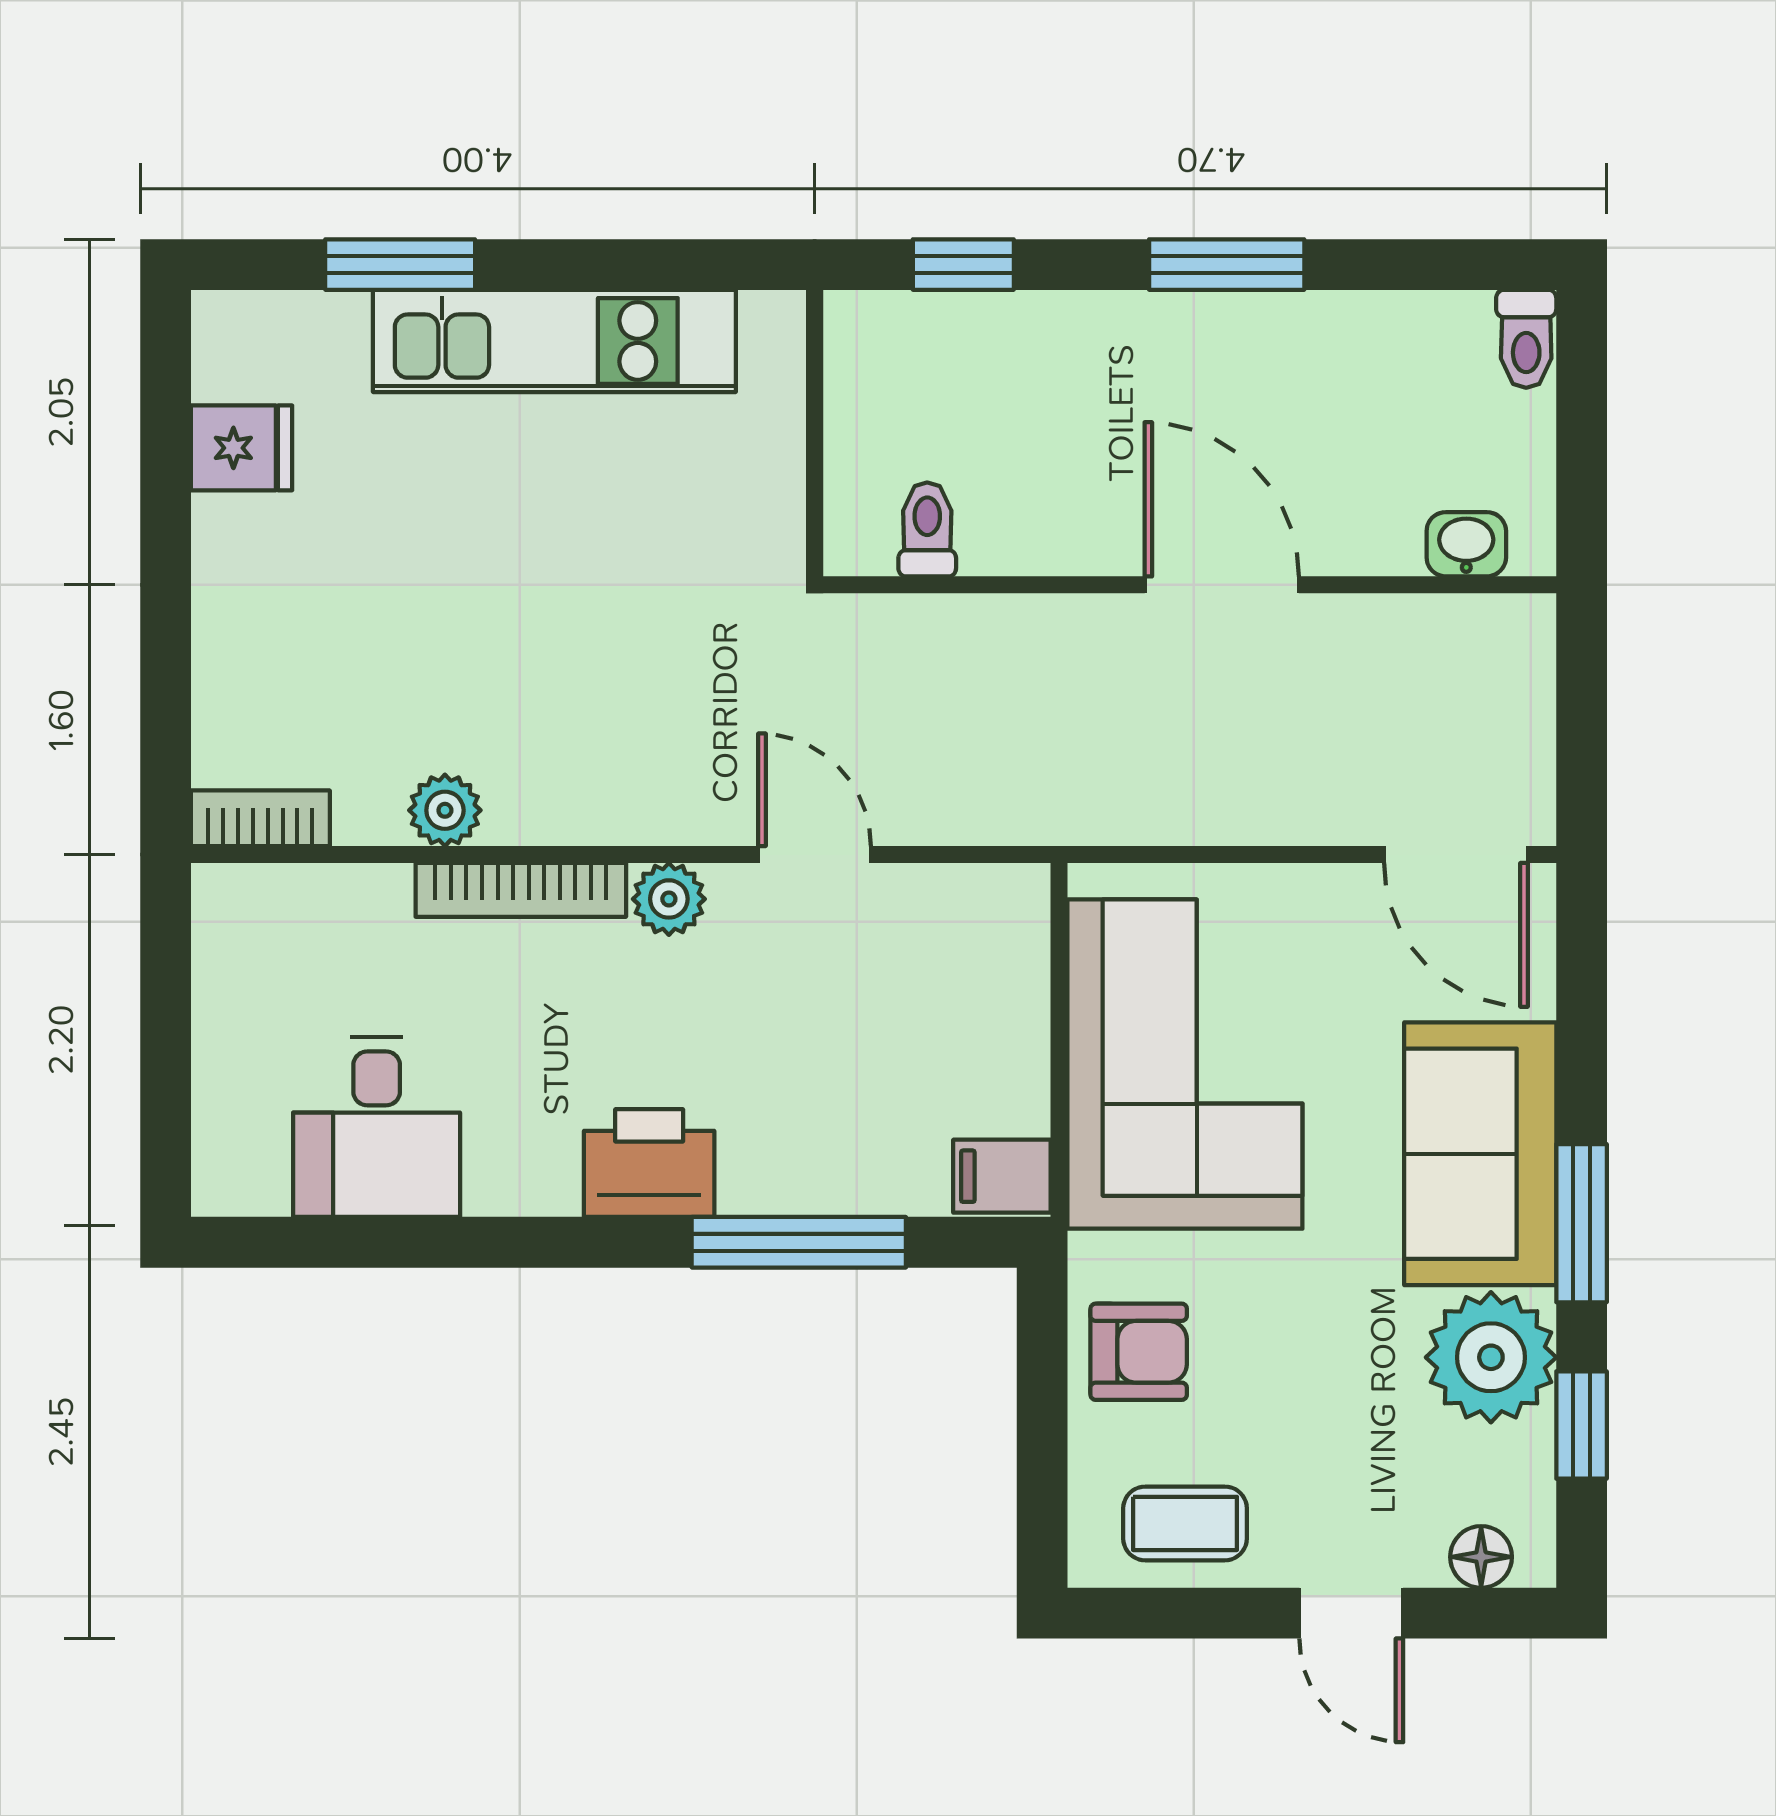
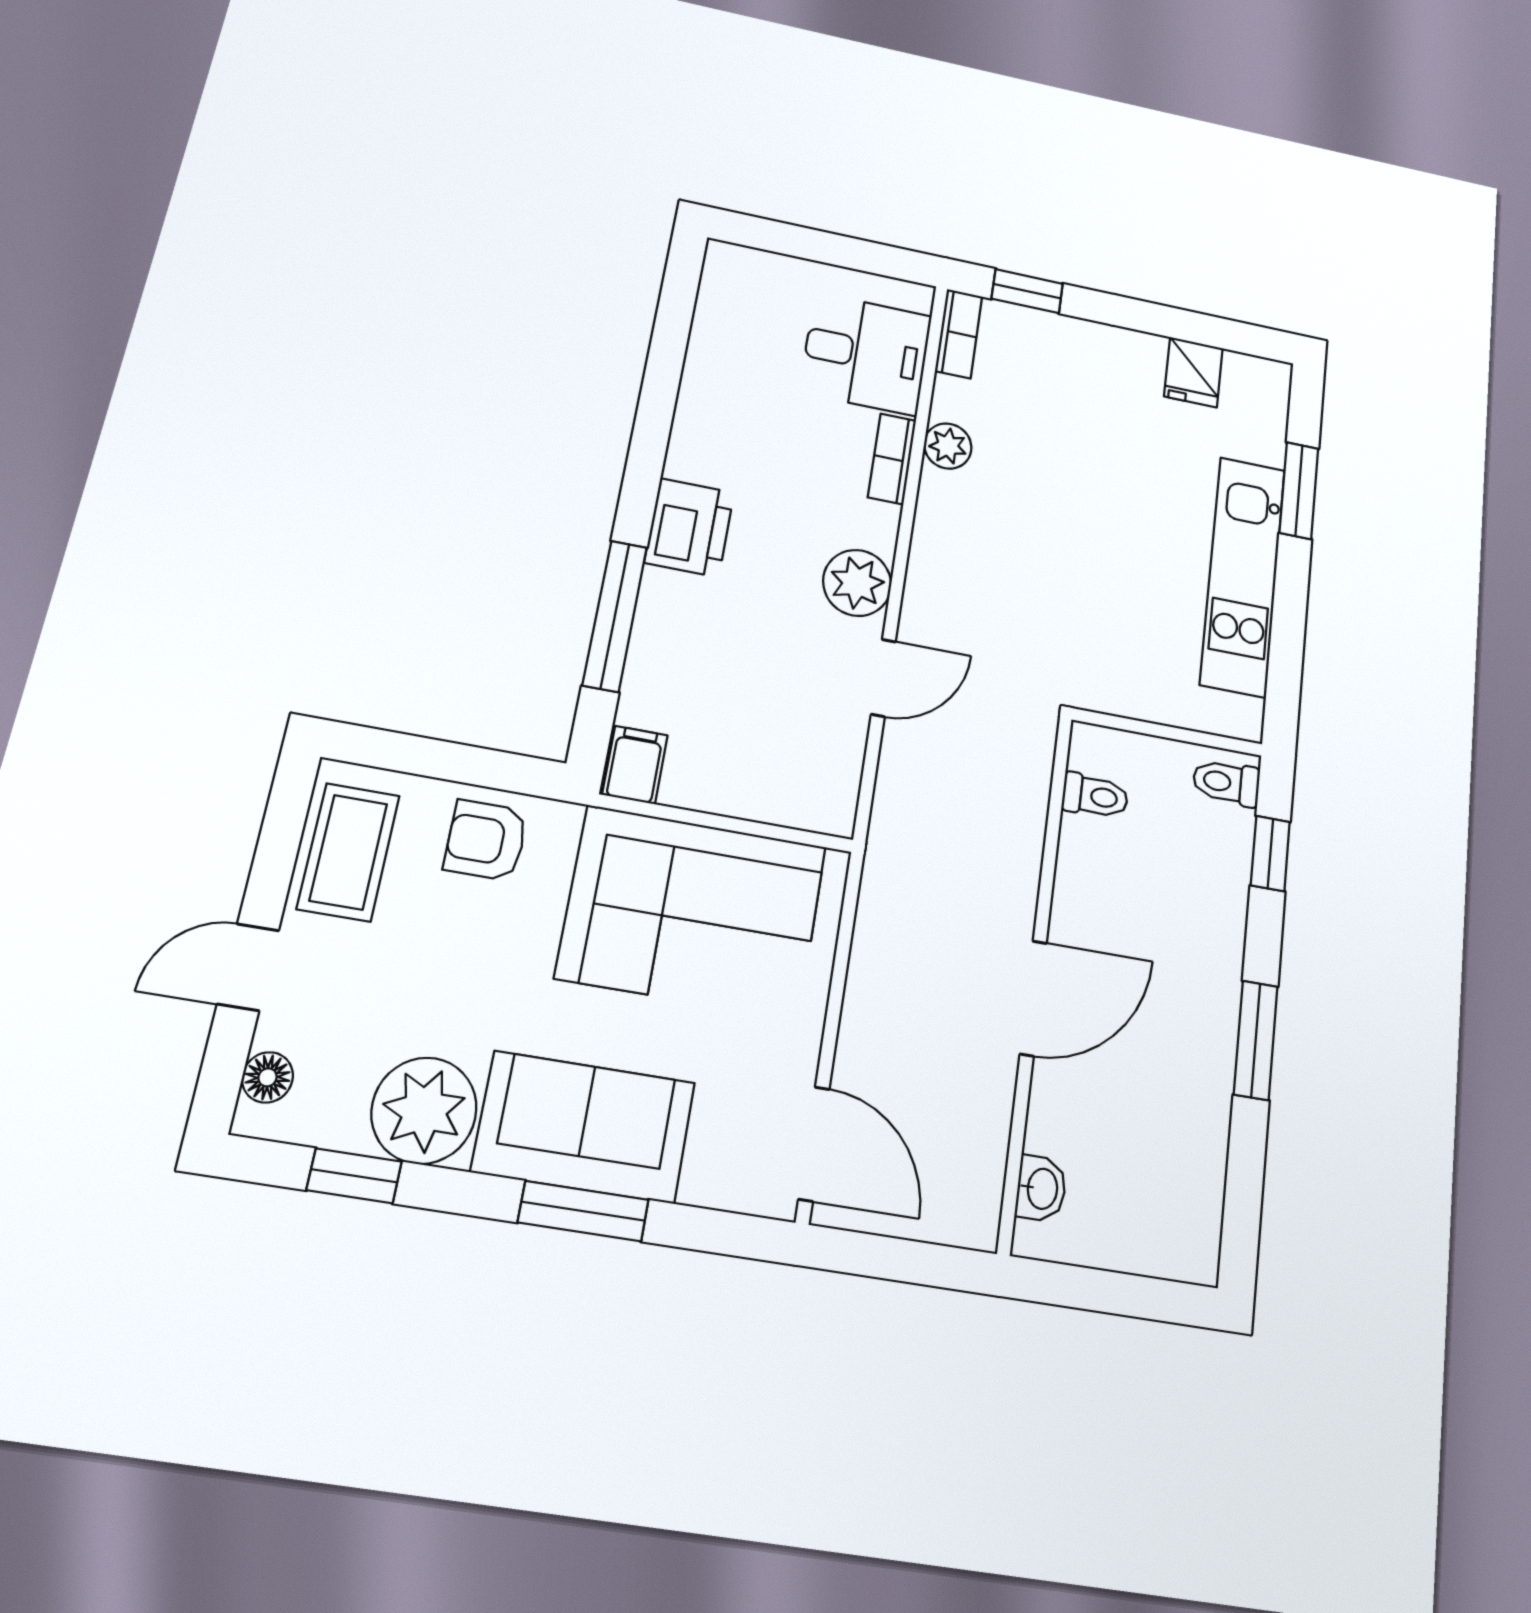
toilet: (1526, 339) -> (1226, 783), moved
window: (166, 722) -> (1027, 291), added
door: (1456, 855) -> (814, 1144), swing flipped
bookcase: (521, 890) -> (892, 459), width x0.64
plant: (669, 899) -> (857, 583), width x1.38, depth x1.38
desk: (377, 1127) -> (866, 354), moved, turned 180
window: (1582, 1223) -> (583, 1211), moved
armchair: (1139, 1352) -> (486, 840), turned 90
coffee table: (1185, 1523) -> (348, 852), width x1.36, depth x1.30

